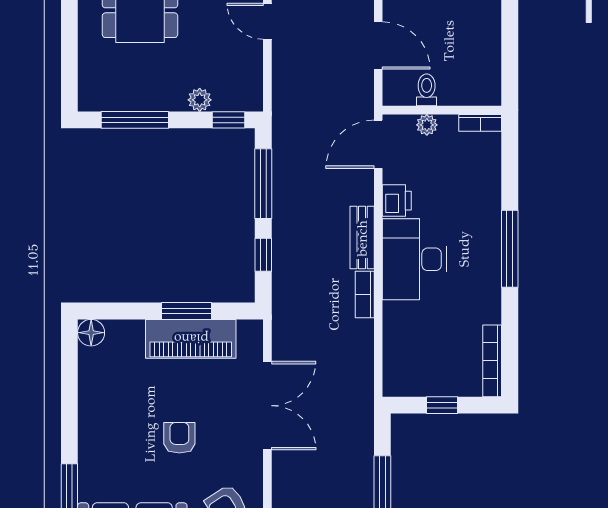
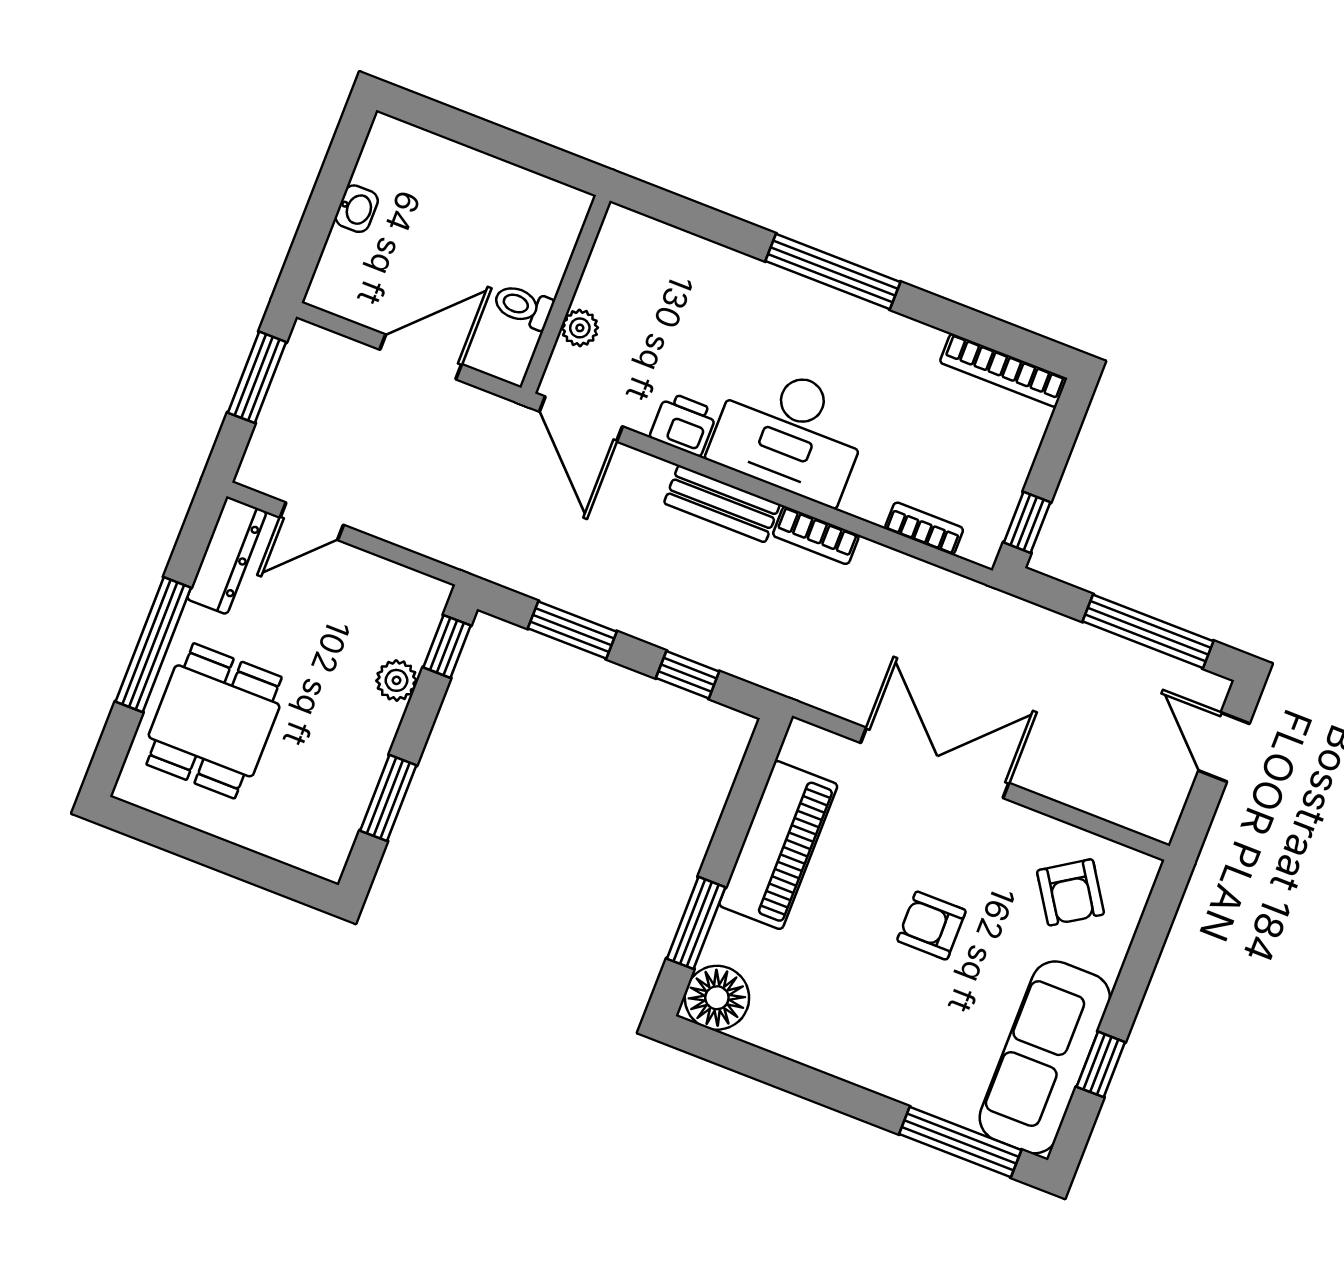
window: (135, 120) -> (388, 798), width x0.69
bookcase: (480, 123) -> (924, 529), moved, turned -90
window: (263, 184) -> (572, 630), width x0.69
window: (186, 311) -> (696, 923), moved
floor lamp: (91, 333) -> (717, 998), width x1.38, depth x1.38
window: (442, 405) -> (1027, 522), moved

